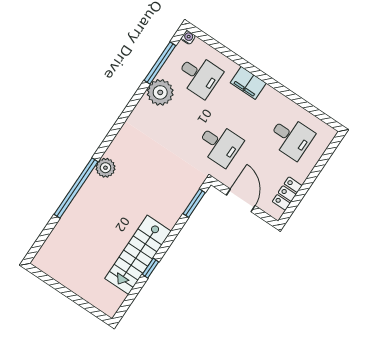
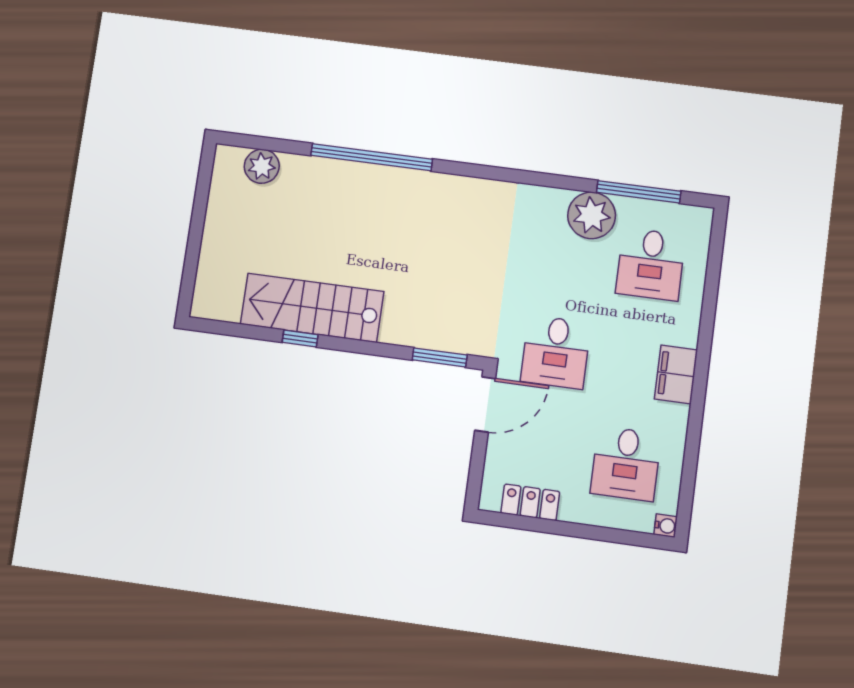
water cooler: (188, 37) -> (666, 526), moved
filing cabinet: (248, 83) -> (676, 374), moved
plant: (105, 168) -> (262, 166), moved
door: (241, 200) -> (485, 404), moved

